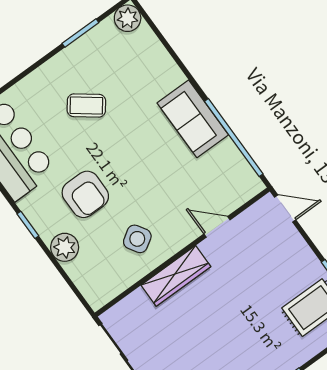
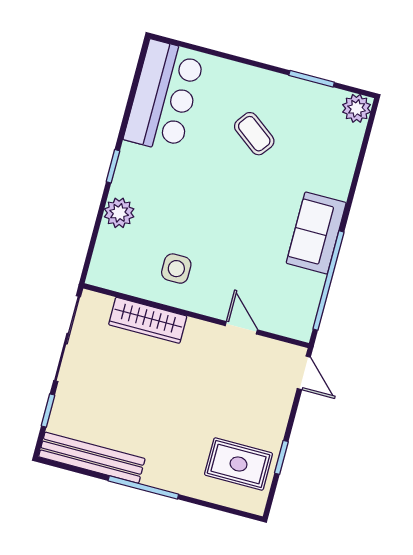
armchair: (85, 194) -> (178, 194), removed
side table: (137, 239) -> (176, 269), turned 32
wardrobe: (176, 276) -> (148, 320), moved

